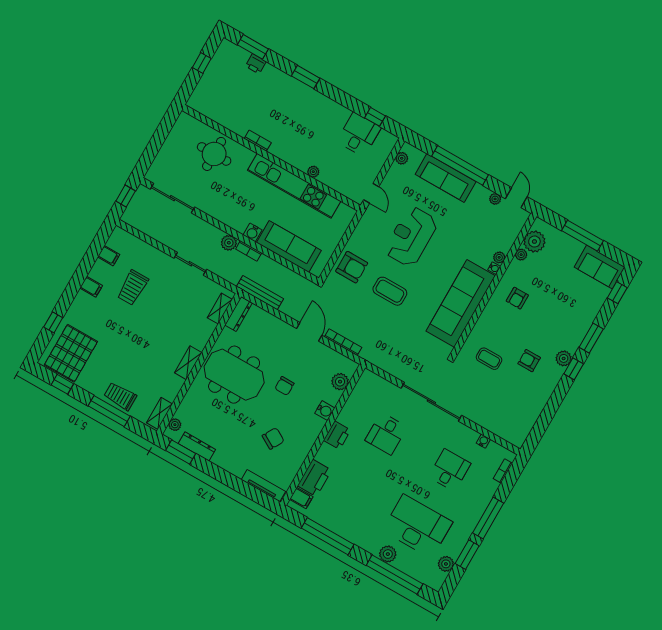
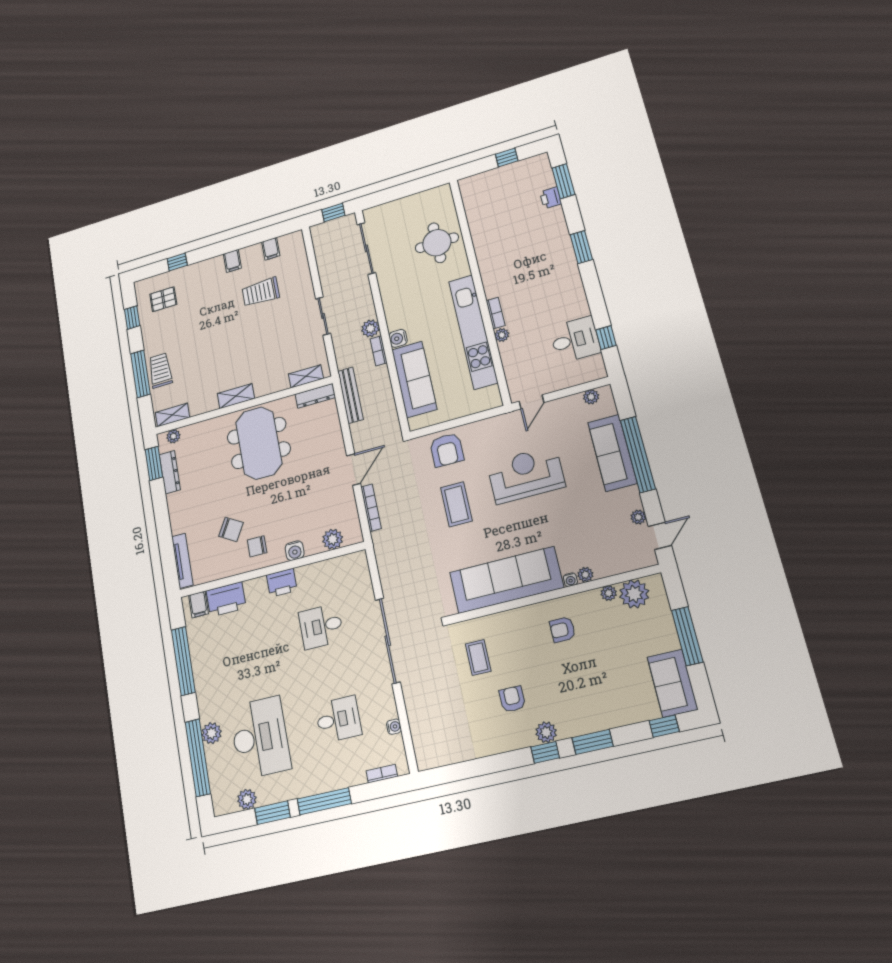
bookcase: (258, 141) -> (496, 313), moved
pallet: (71, 353) -> (163, 299), width x0.49, depth x0.50
chair: (284, 386) -> (257, 546), moved

